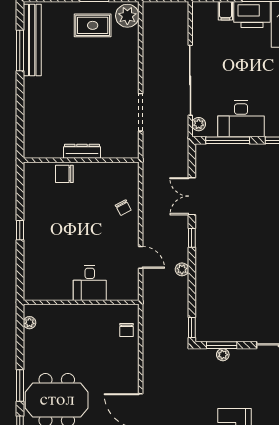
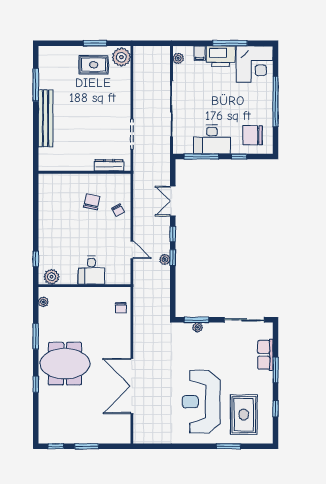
bench: (32, 40) -> (45, 118), moved
plant: (199, 124) -> (178, 58), moved
dresser: (82, 151) -> (109, 165), moved
chair: (64, 174) -> (92, 202), moved, turned 102
window: (20, 230) -> (36, 259), moved
plant: (40, 291) -> (52, 277), added
window: (192, 327) -> (173, 258), moved
window: (20, 385) -> (36, 336), moved

